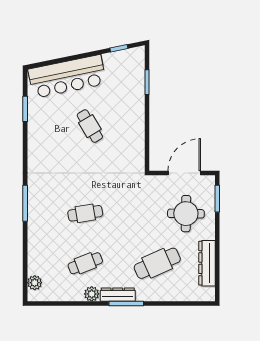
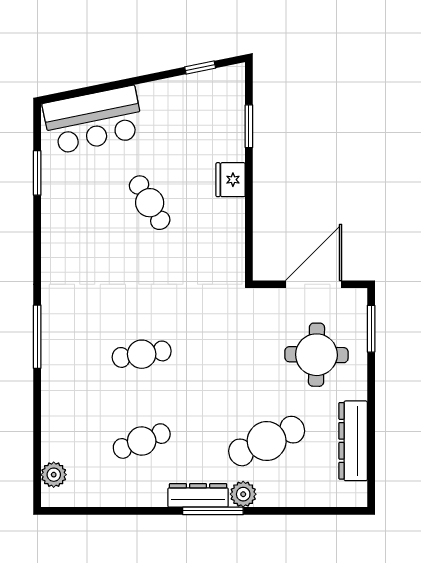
bar counter: (67, 77) -> (93, 120), width x0.73
fridge: (136, 113) -> (231, 180), added
plant: (92, 294) -> (243, 494), moved

